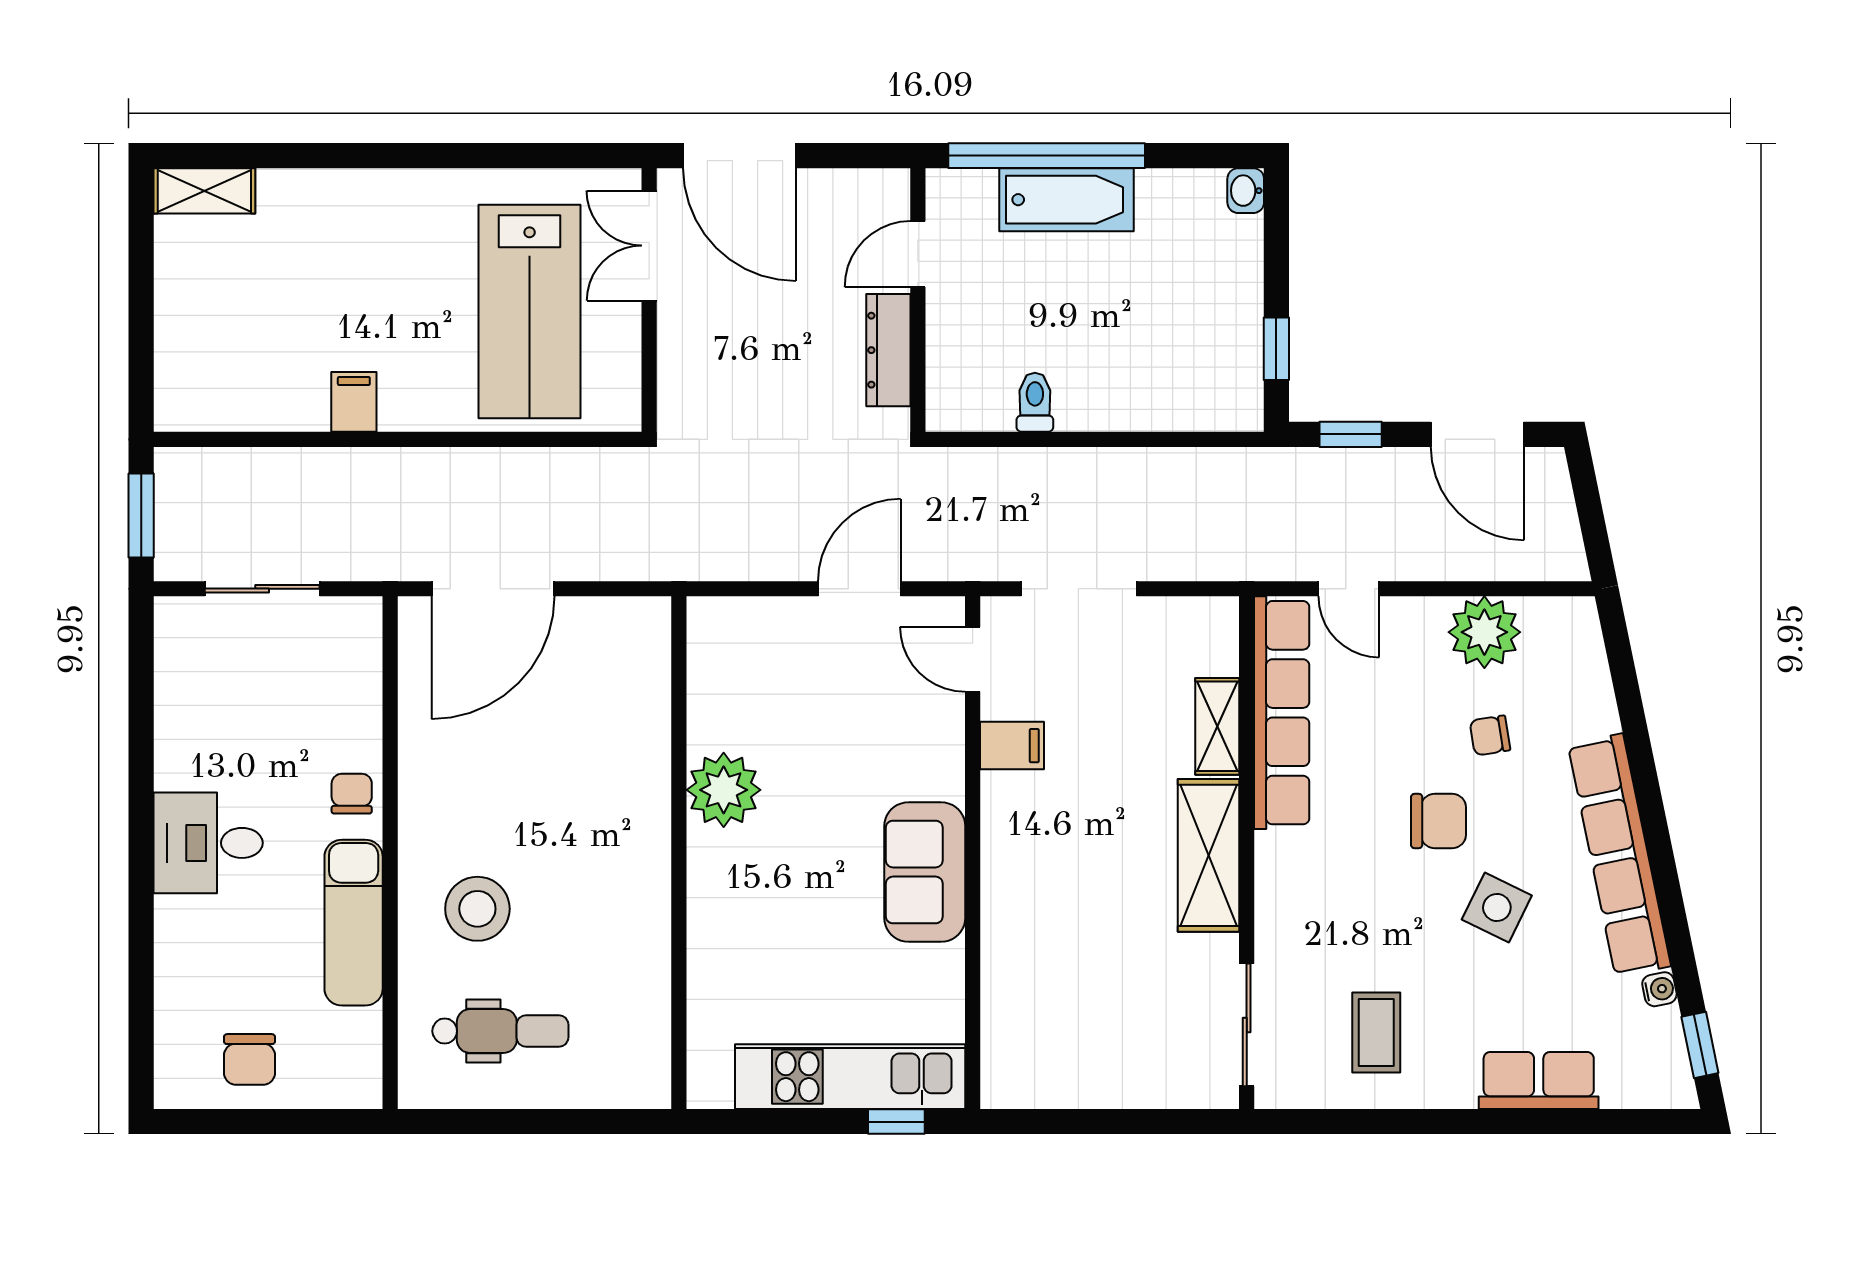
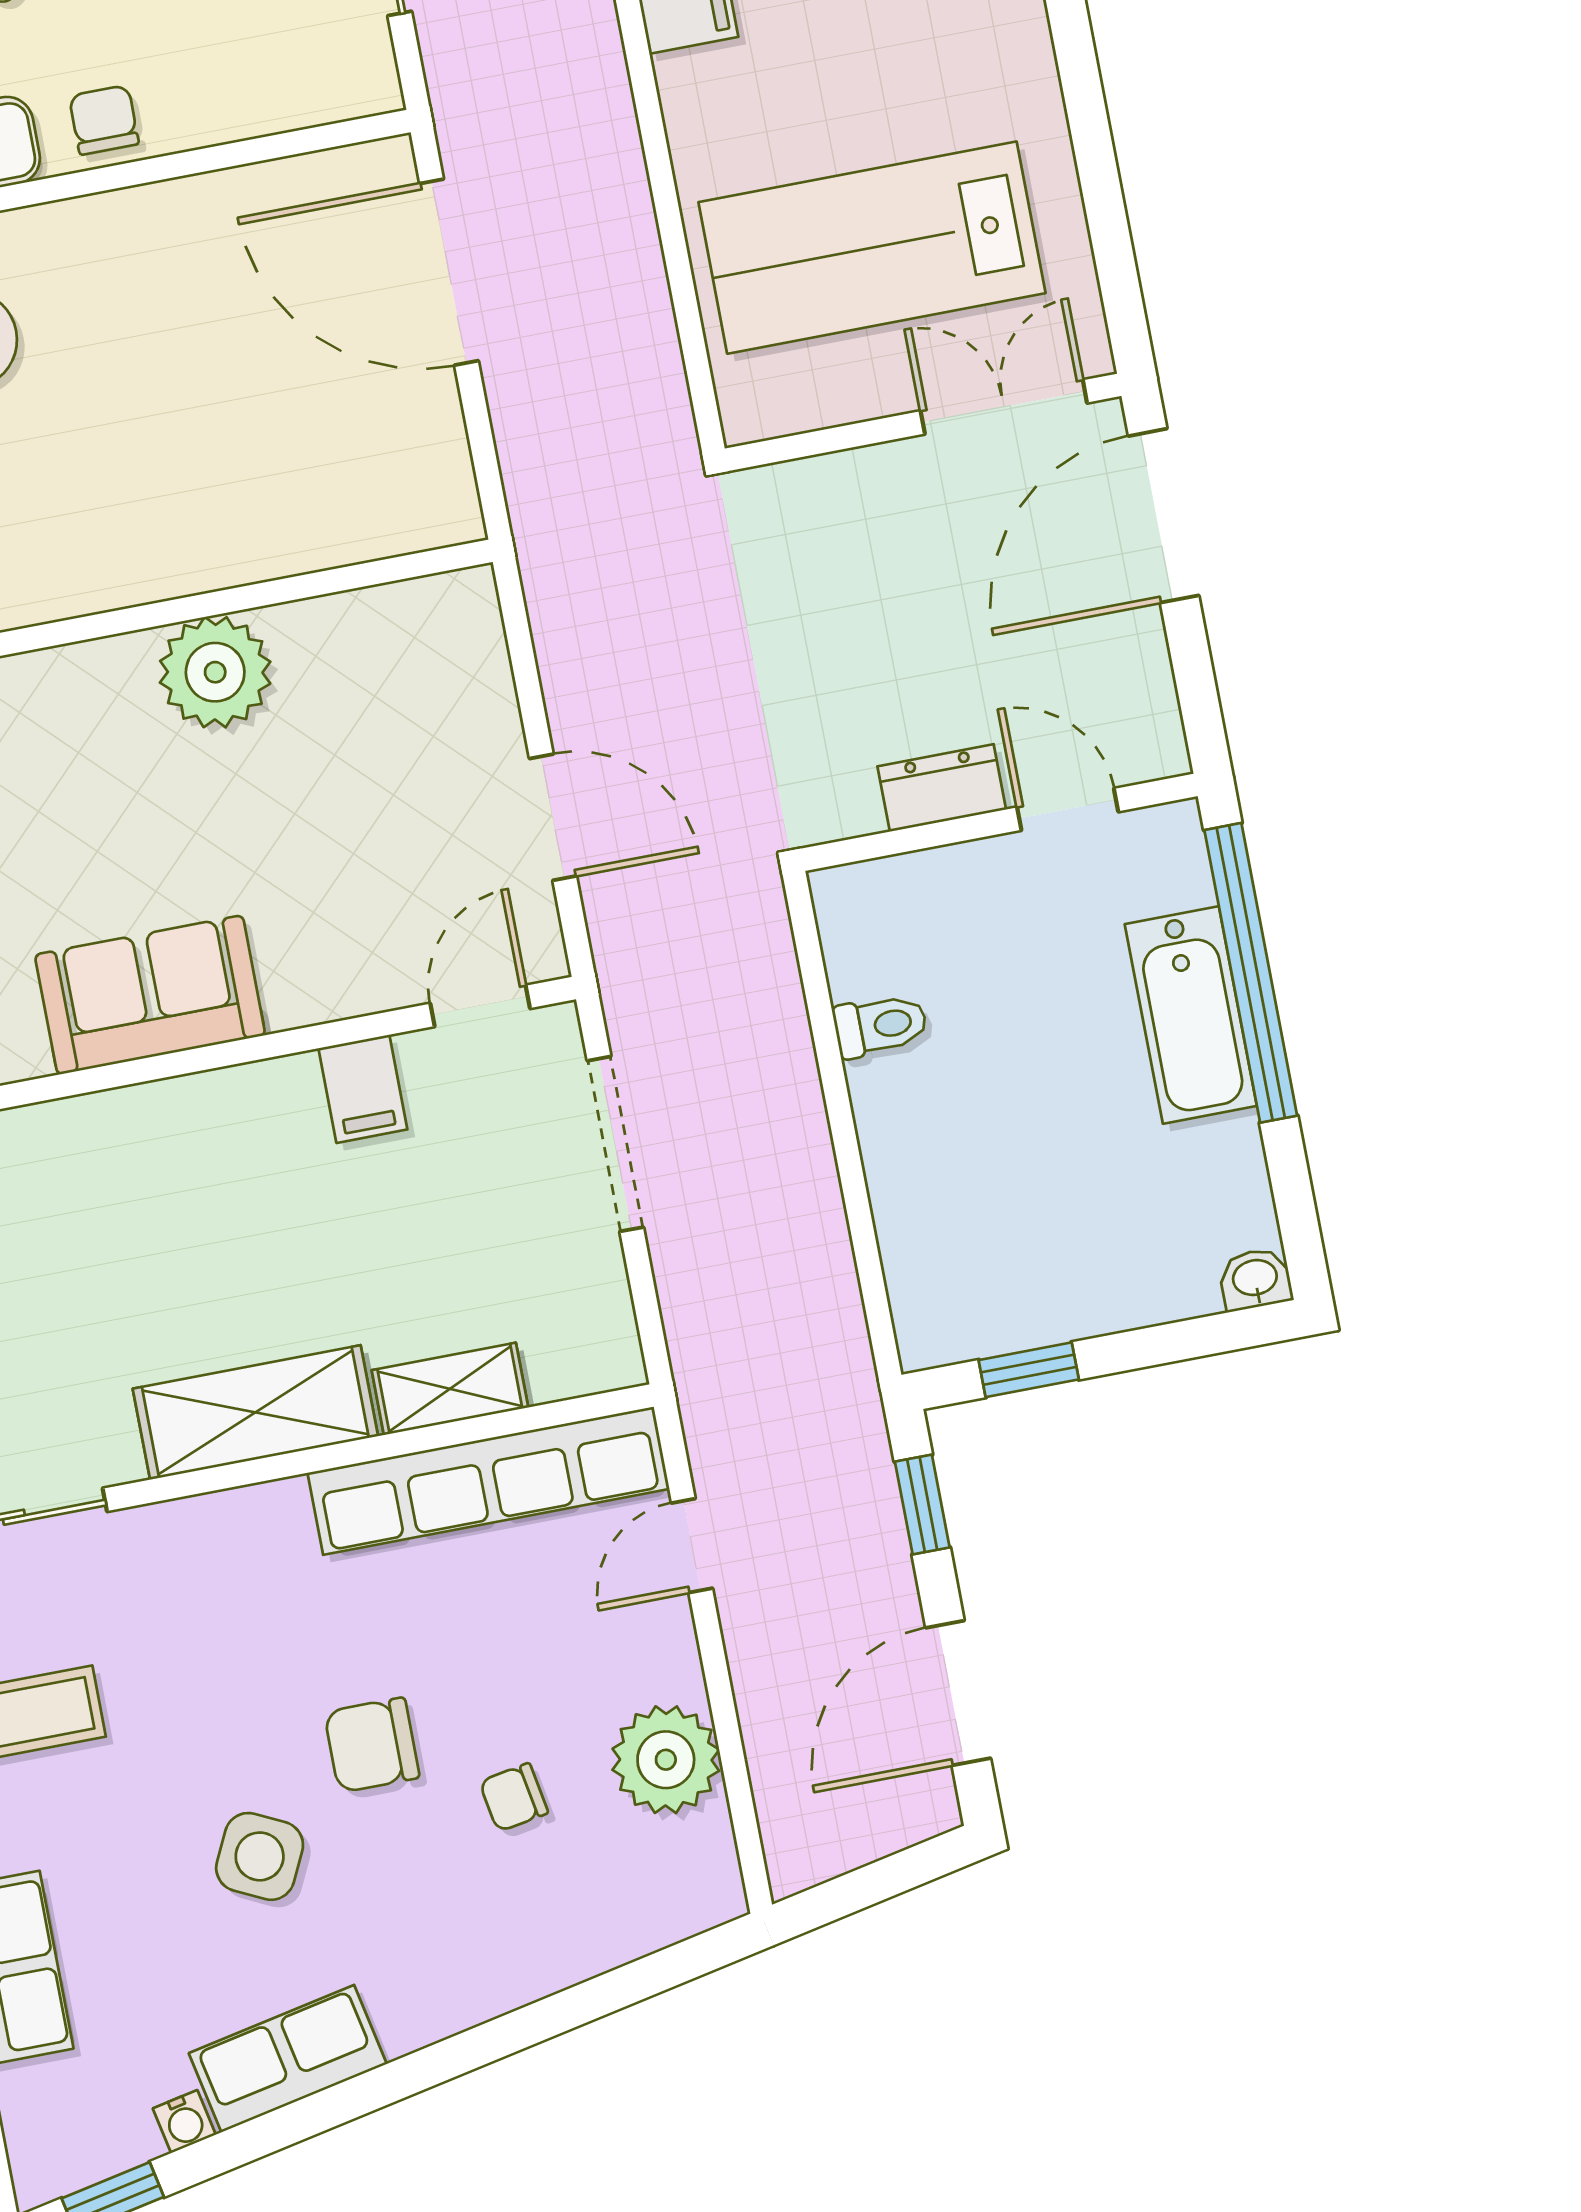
dresser: (888, 350) -> (942, 788), width x0.70
chair: (1490, 735) -> (514, 1797), turned -91
chair: (352, 794) -> (104, 120), turned -90
chair: (1438, 821) -> (372, 1745), turned 90
row of seats: (1619, 855) -> (288, 2059), width x0.50

